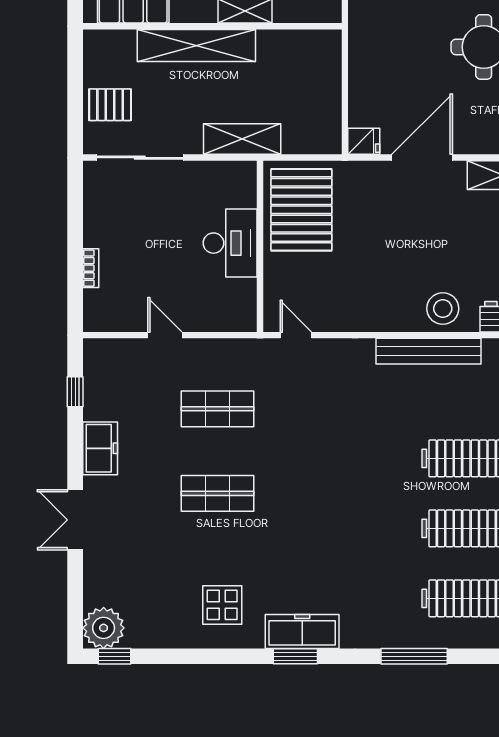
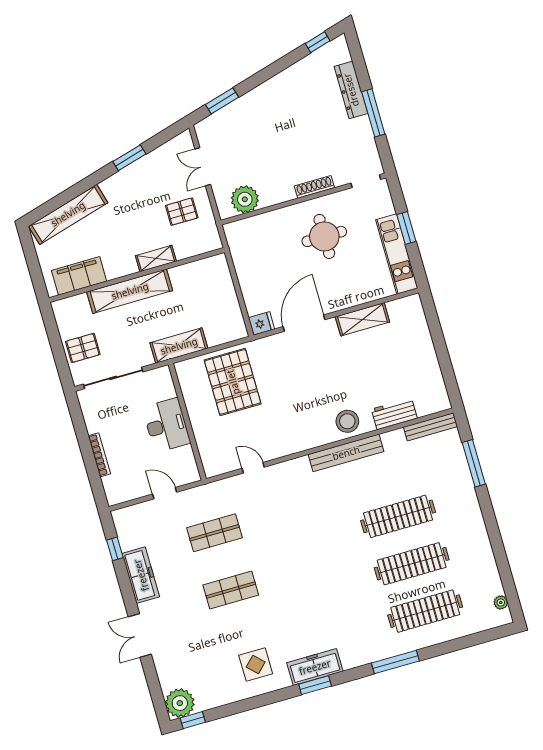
desk: (230, 243) -> (166, 425), moved
wall: (260, 246) -> (187, 422), moved
bookcase: (91, 268) -> (99, 455), width x1.56
freezer: (100, 448) -> (141, 575), width x1.40

